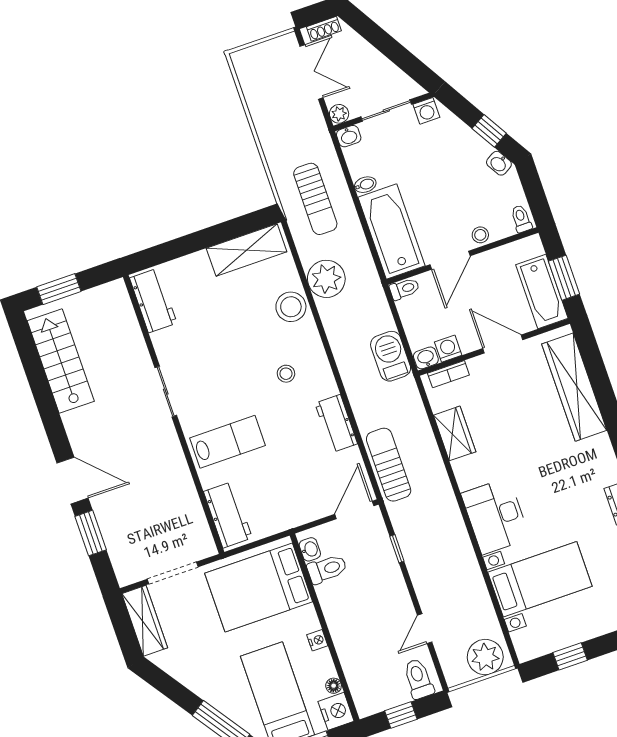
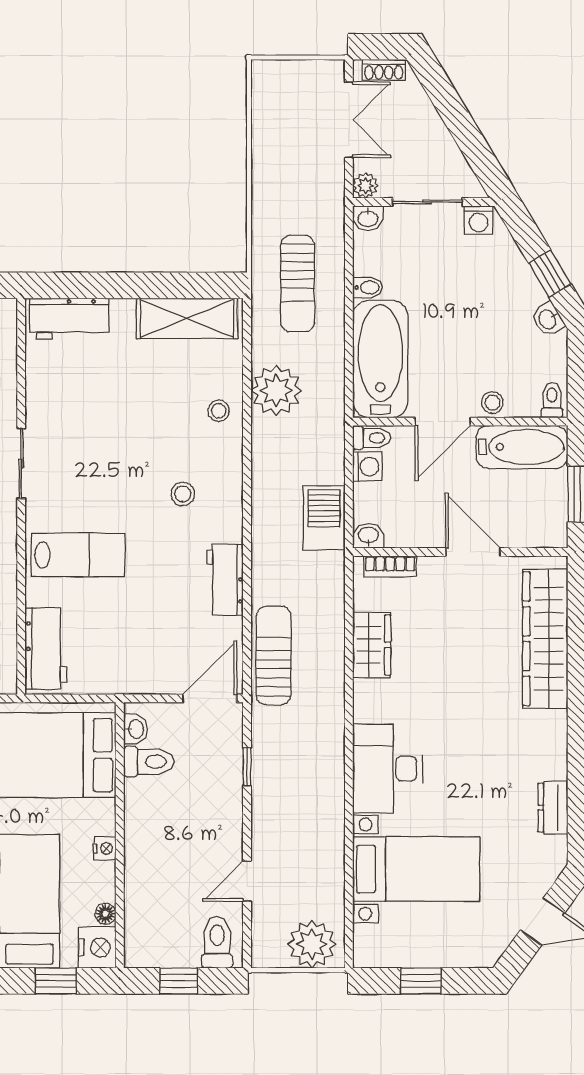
bathtub: (542, 292) -> (522, 447), moved, turned -90
workbench: (153, 301) -> (69, 319), moved, turned 90
stool: (291, 307) -> (219, 411), width x0.53, depth x0.53
washing machine: (448, 349) -> (367, 467), moved, turned 90

